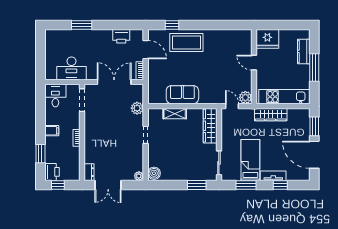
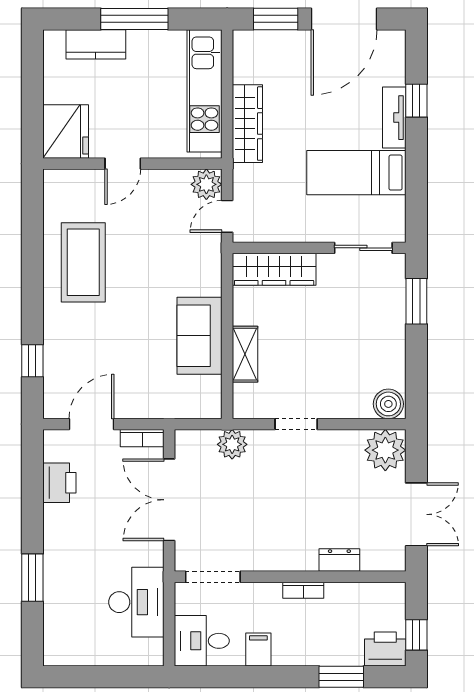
coffee table: (186, 42) -> (83, 262), moved
filing cabinet: (52, 131) -> (258, 650), moved
dresser: (89, 172) -> (339, 560), moved
plant: (139, 176) -> (385, 450), width x1.88, depth x1.88
window: (246, 185) -> (416, 183), removed

